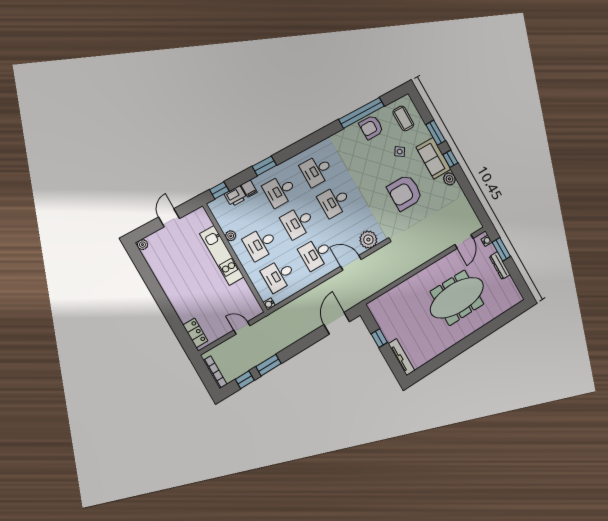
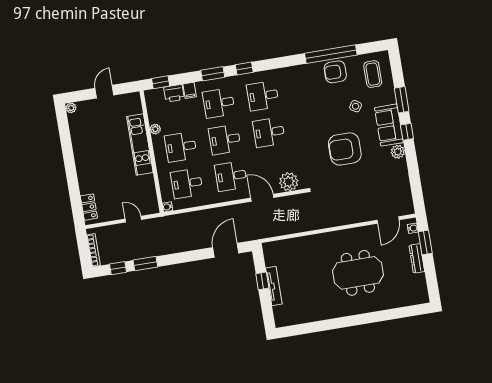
window: (291, 151) -> (244, 68), added
meeting table: (457, 298) -> (358, 273), width x0.73
tv unit: (402, 357) -> (274, 286), moved

